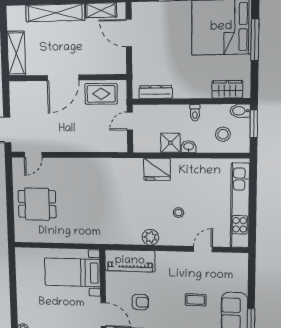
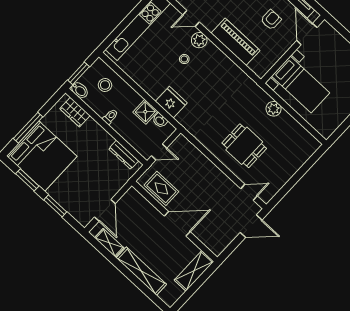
washbasin: (189, 147) -> (160, 121), moved
dining table: (37, 204) -> (244, 146), moved
plant: (75, 236) -> (274, 109), added
plant: (150, 237) -> (199, 40), moved
piano: (130, 261) -> (235, 42), moved
armchair: (140, 302) -> (271, 20), turned 90

